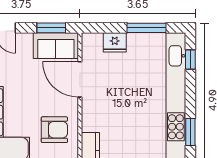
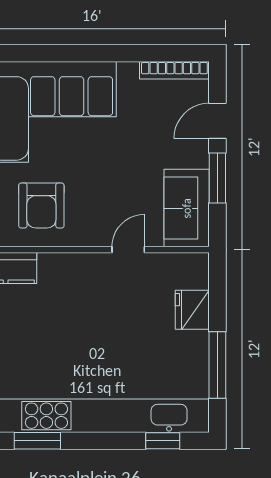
window: (51, 28) -> (217, 178), moved
door: (80, 79) -> (128, 250), width x0.53

